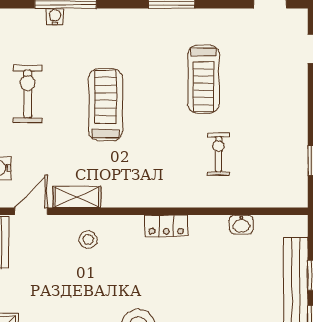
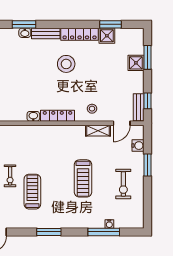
exercise bike: (218, 154) -> (10, 176), moved
washbasin: (241, 225) -> (33, 116), moved
locker: (166, 226) -> (58, 116), width x1.53

